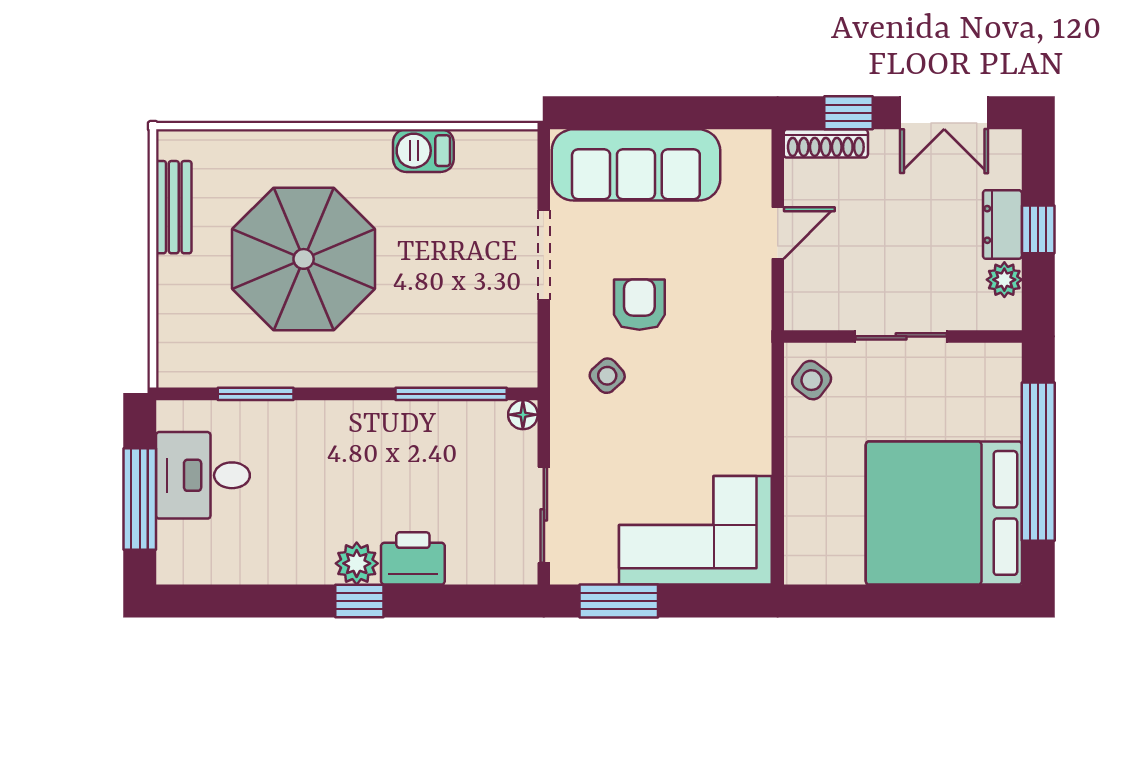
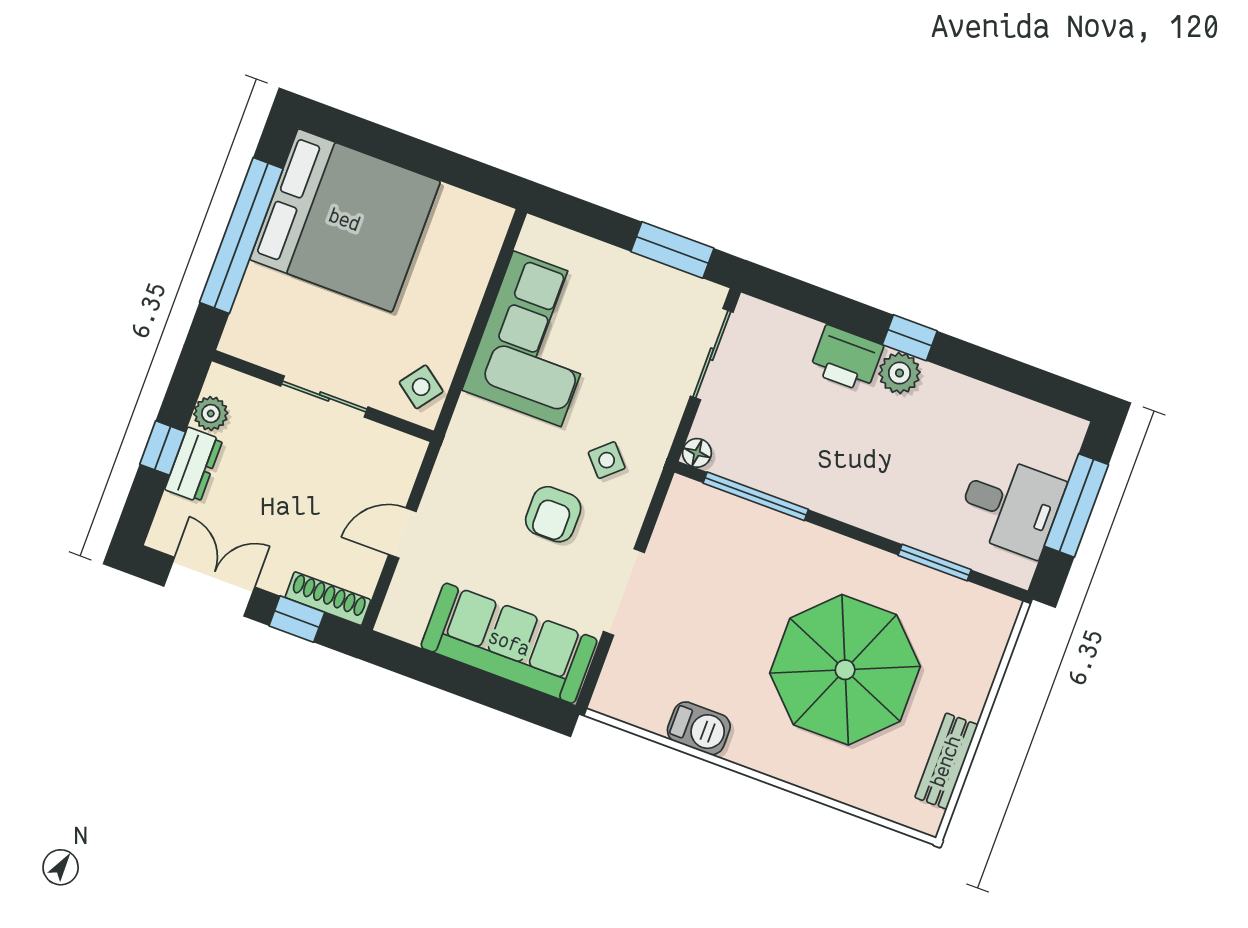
corner sofa: (695, 530) -> (537, 339), moved, turned -90

